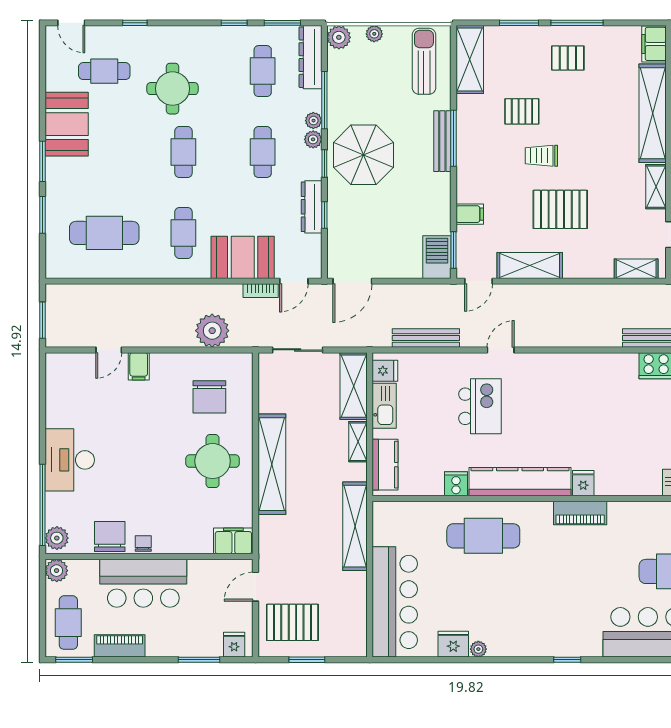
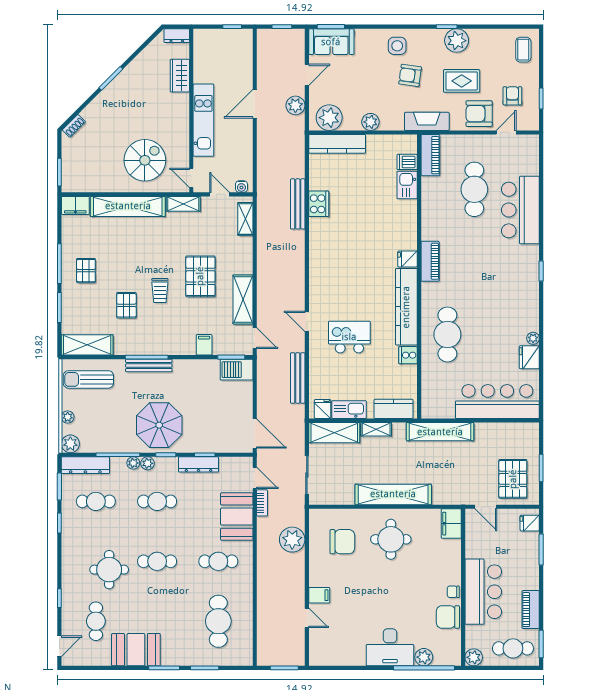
plant: (57, 538) -> (424, 657), moved

